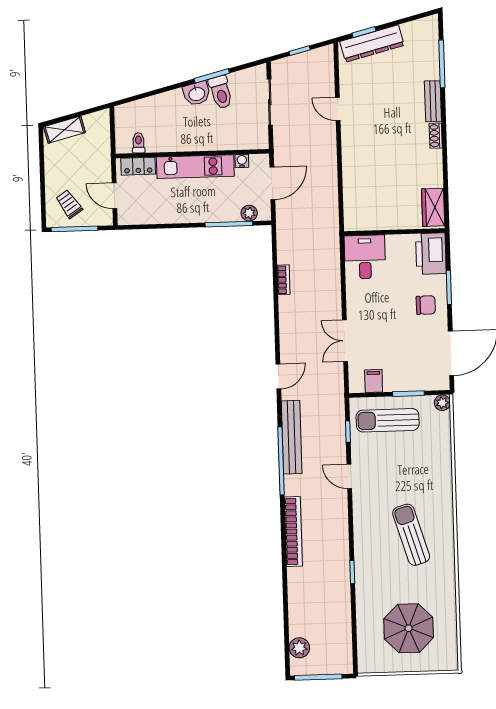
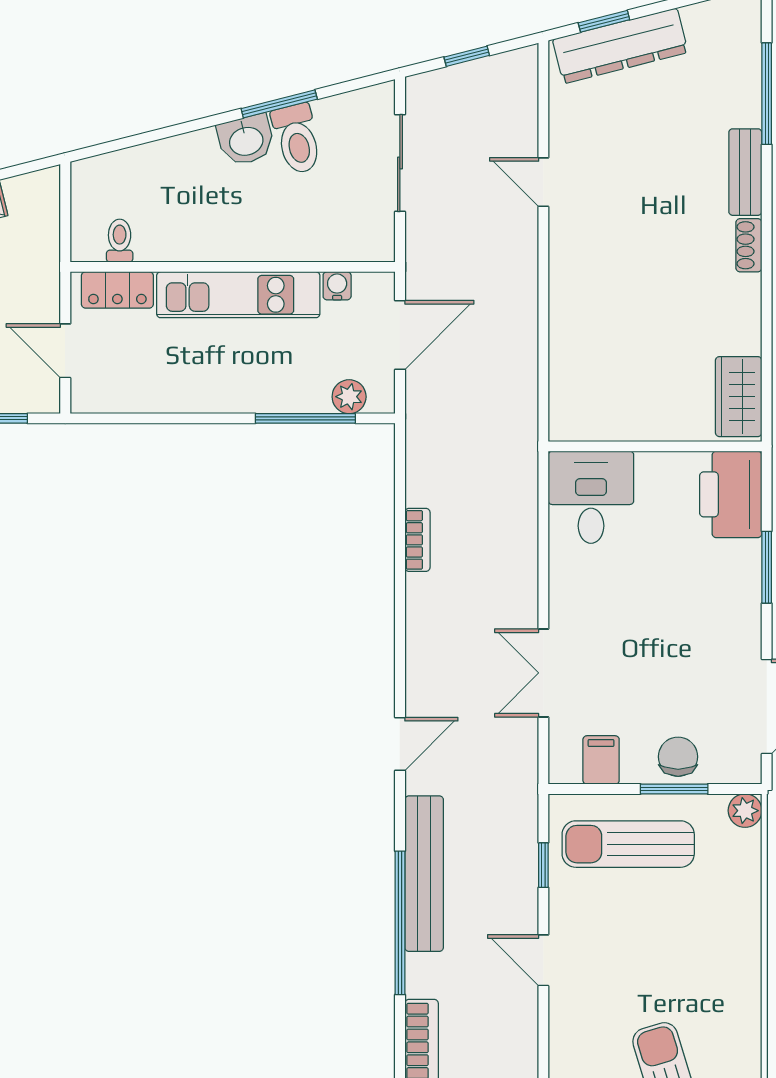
chair: (426, 305) -> (678, 757), moved, turned -90

